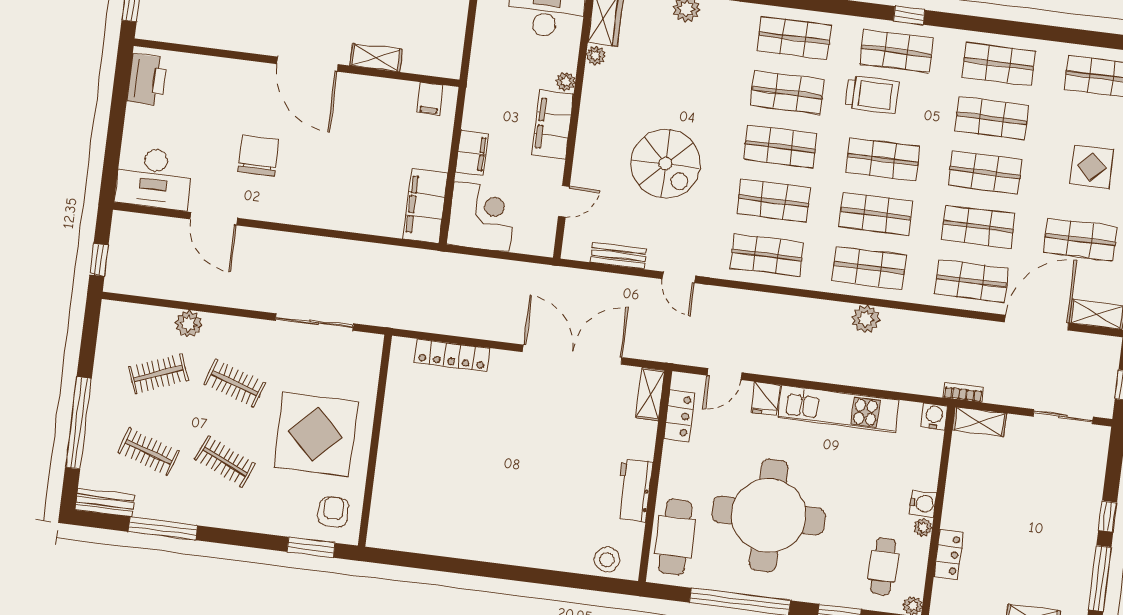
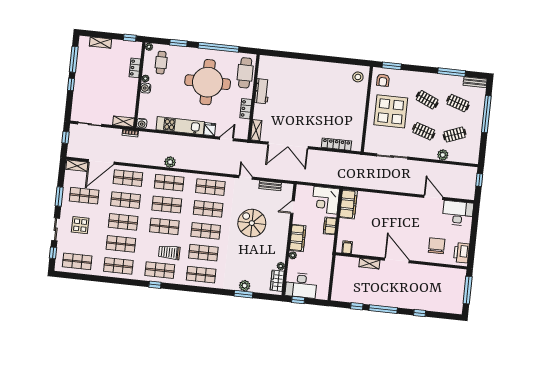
chair: (259, 156) -> (437, 246), moved, turned 180
locker: (679, 416) -> (246, 109), moved
stool: (607, 560) -> (358, 77), moved

